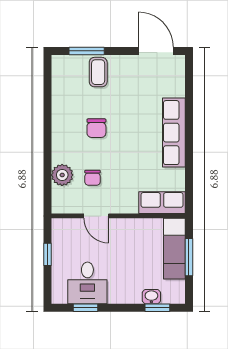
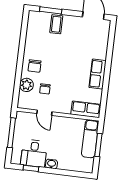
chair: (96, 128) -> (35, 66), moved
row of seats: (174, 133) -> (98, 74), width x0.68
window: (47, 254) -> (11, 133), width x2.17
washbasin: (151, 297) -> (51, 164), moved
window: (157, 308) -> (75, 174), removed

